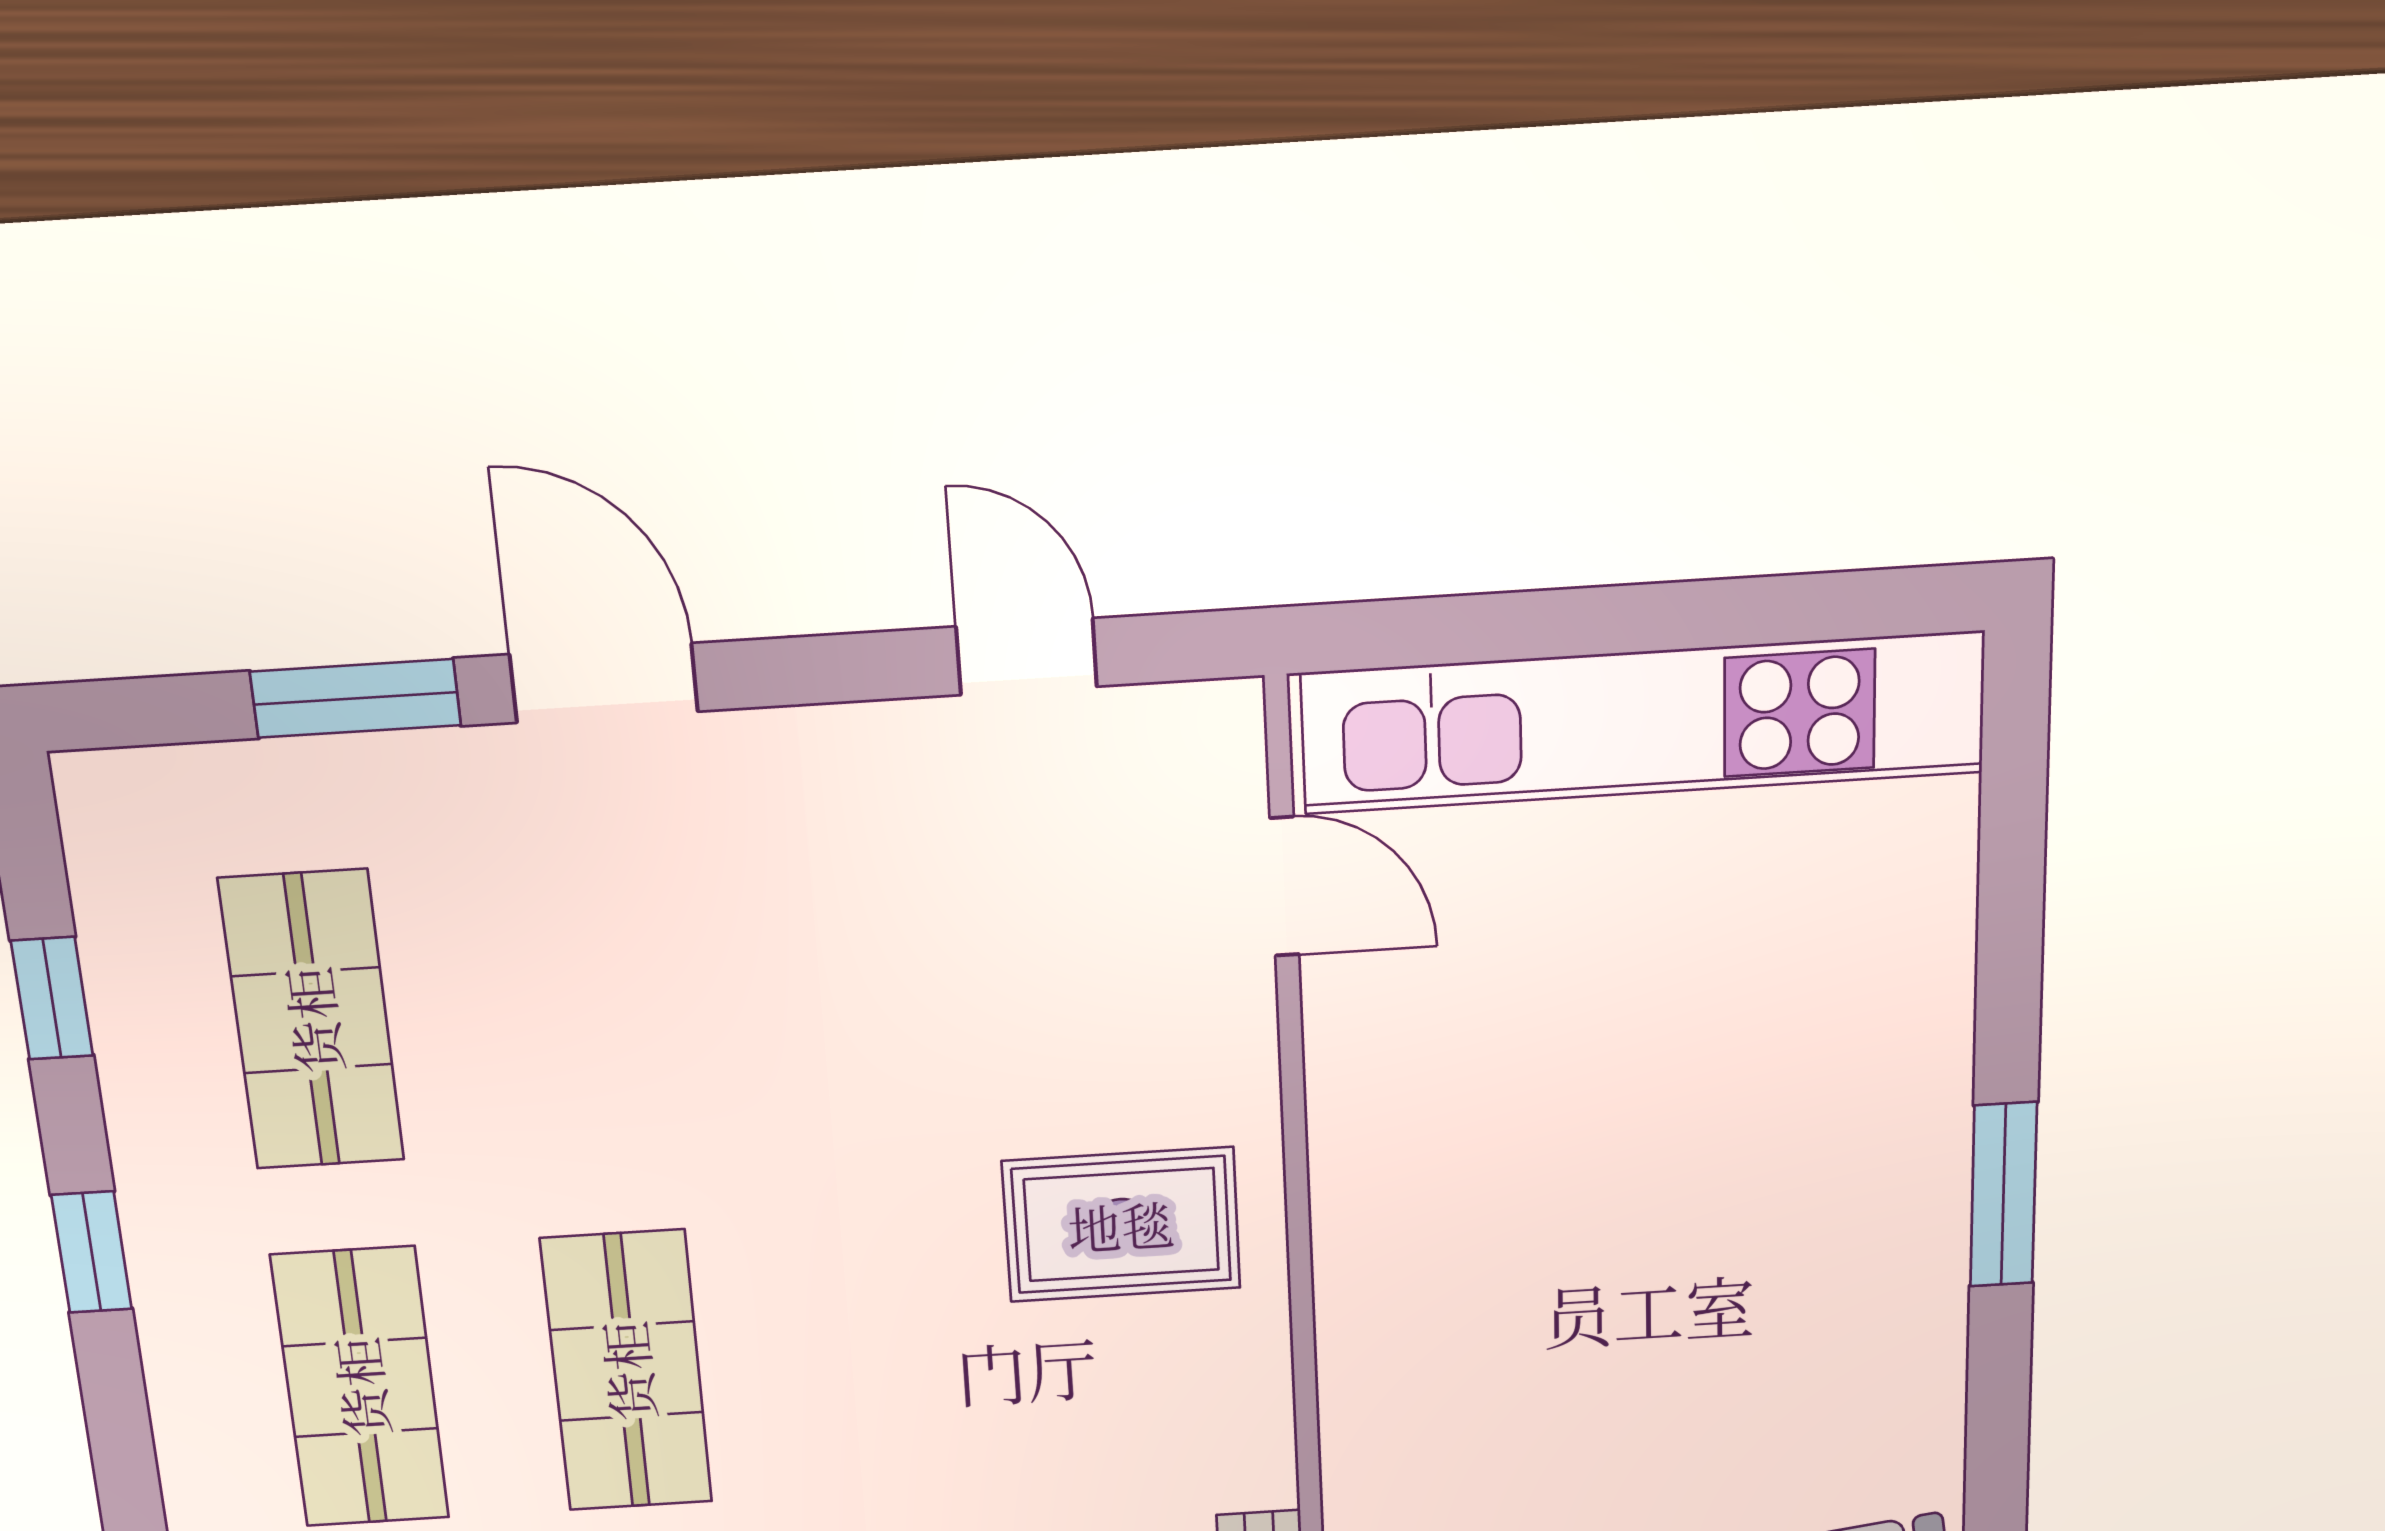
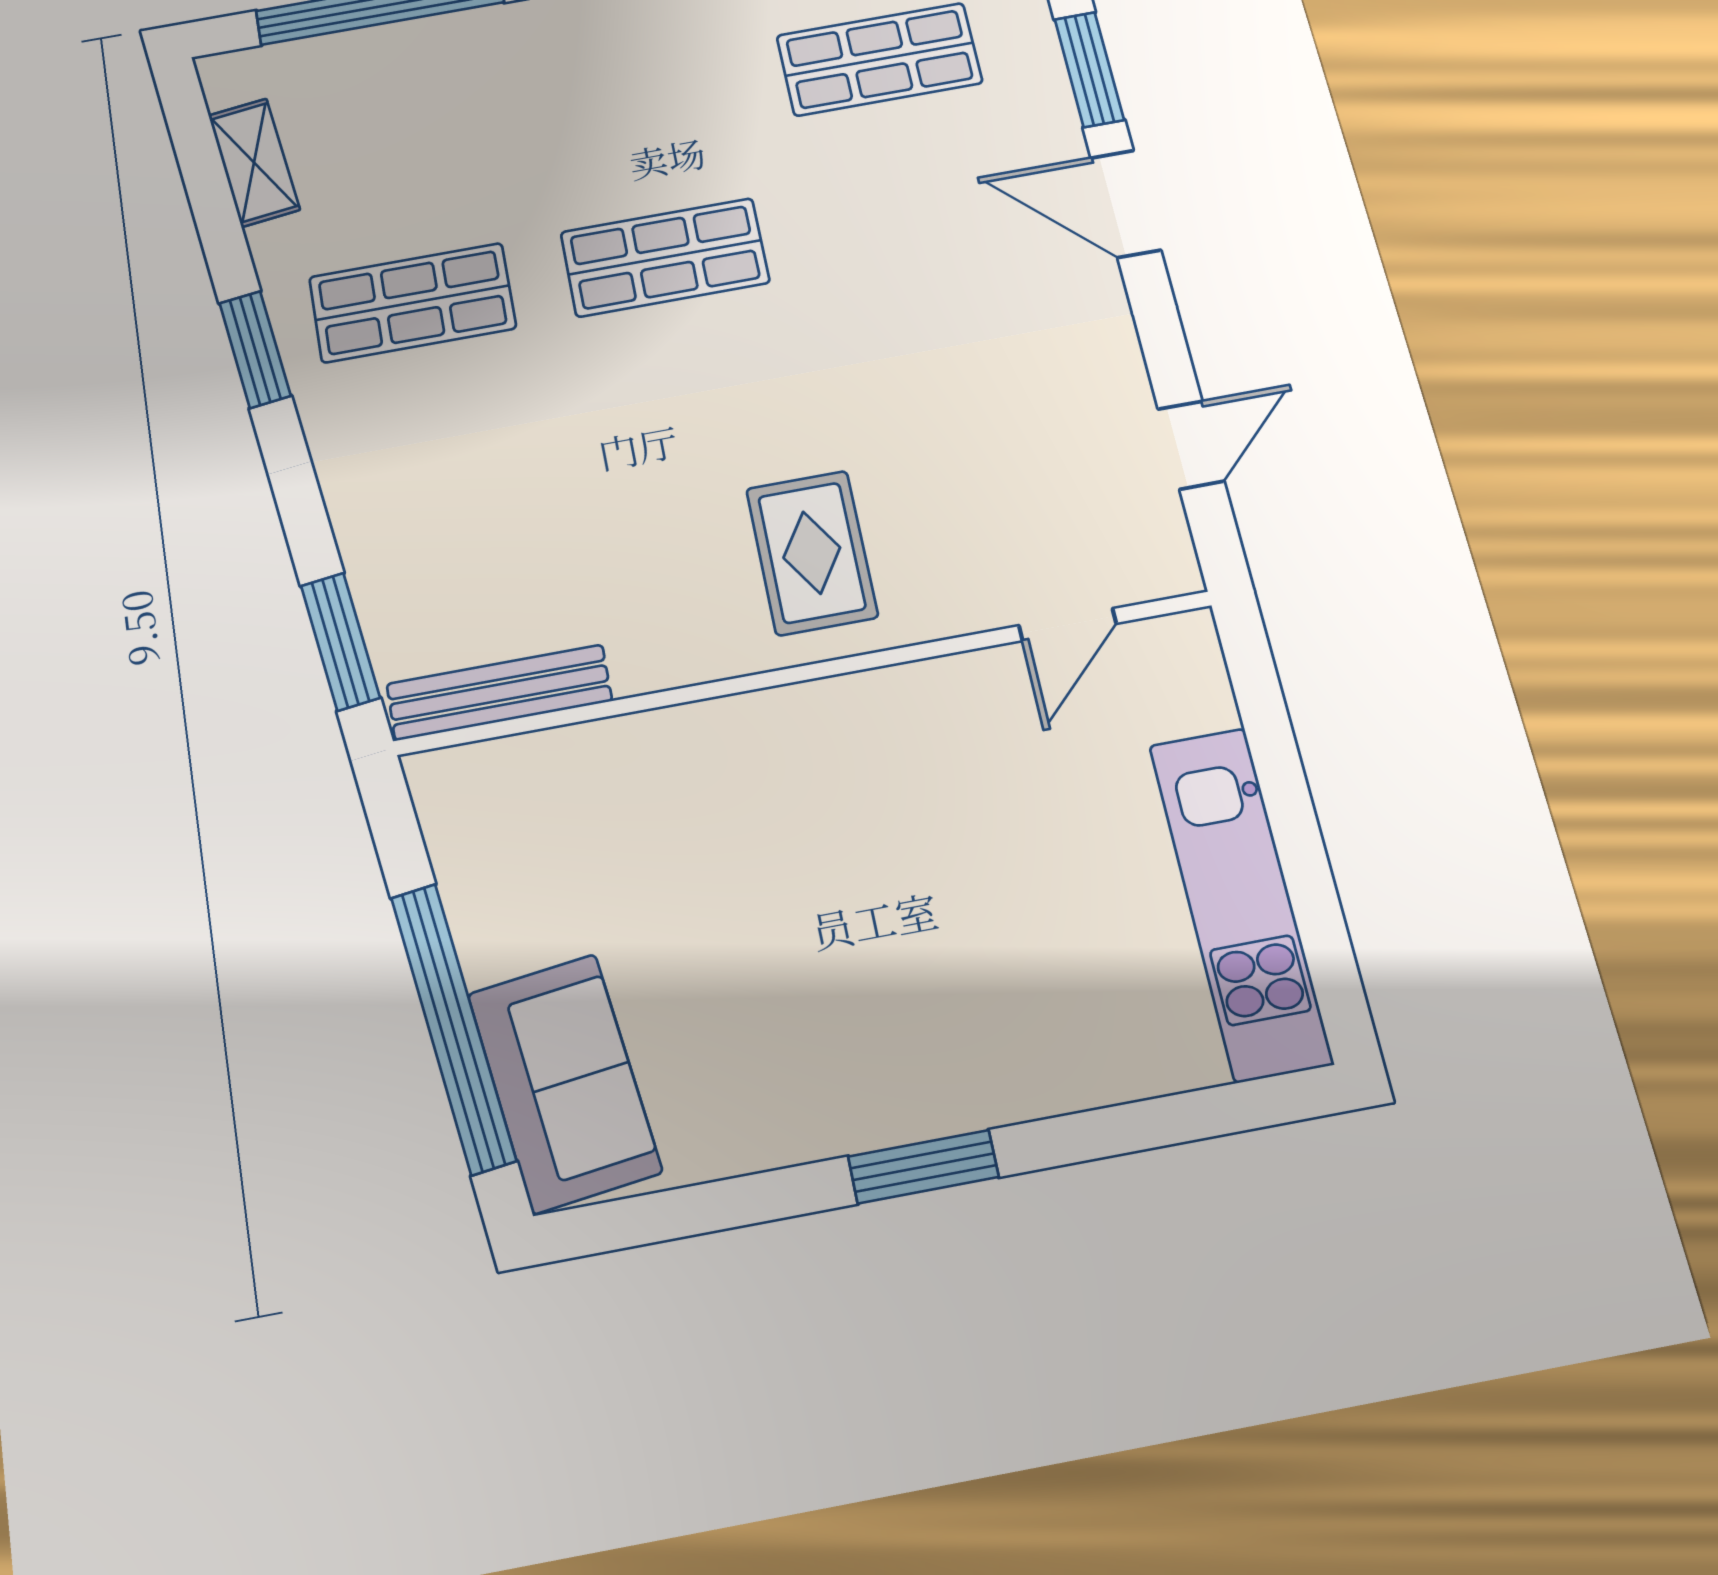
door: (604, 683) -> (1126, 204), swing flipped
kitchen unit: (1643, 723) -> (1240, 902), width x0.73
shop shelf: (360, 1387) -> (634, 103), removed

